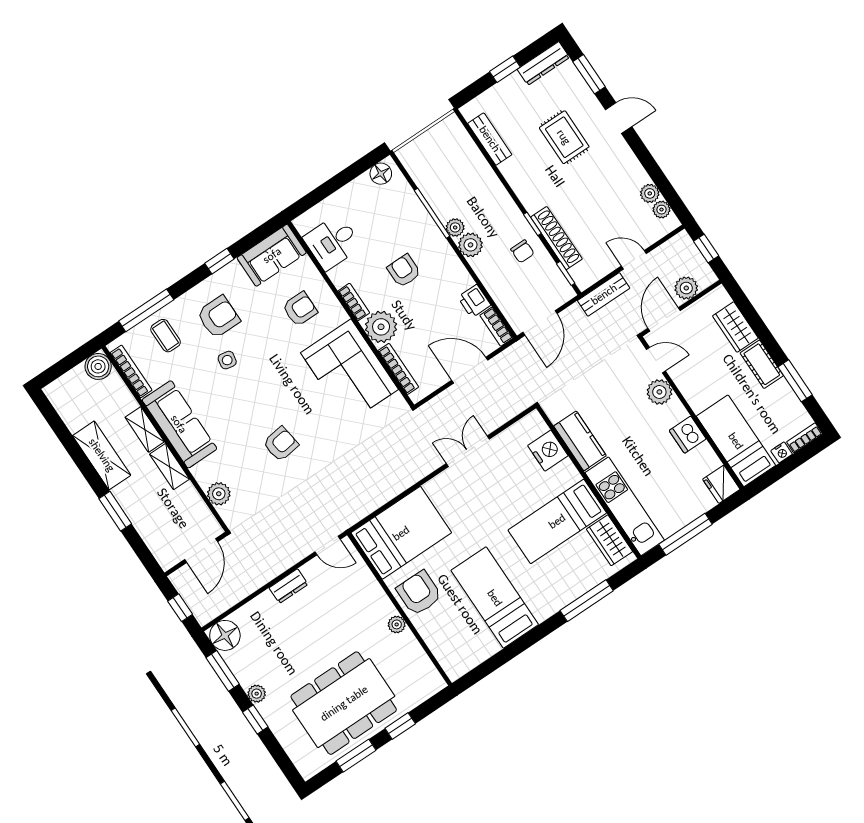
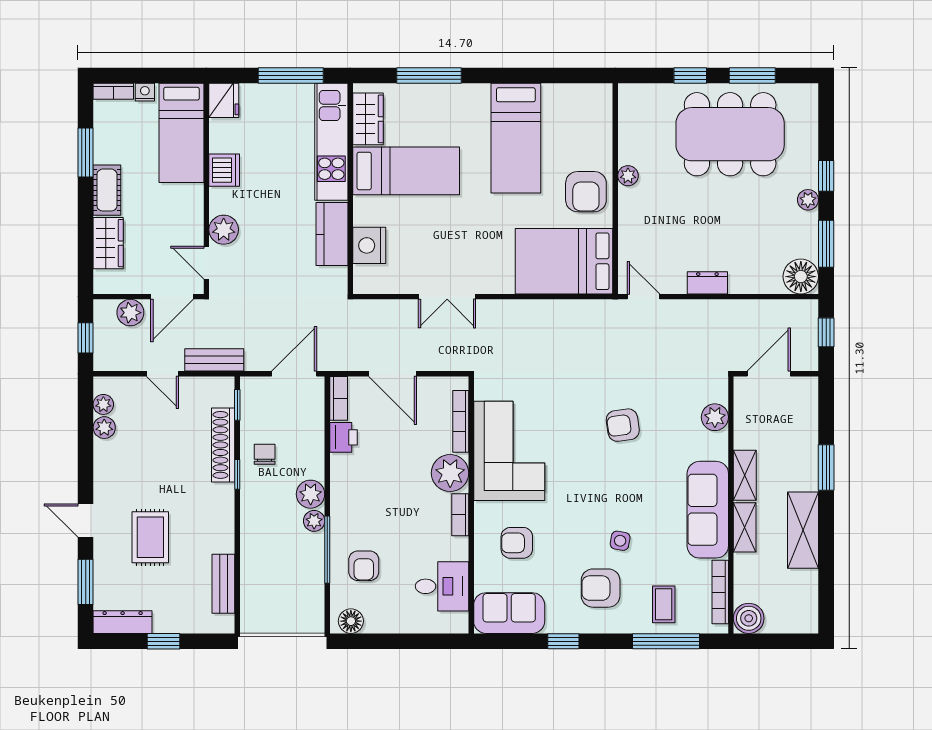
armchair: (404, 271) -> (364, 566), moved

